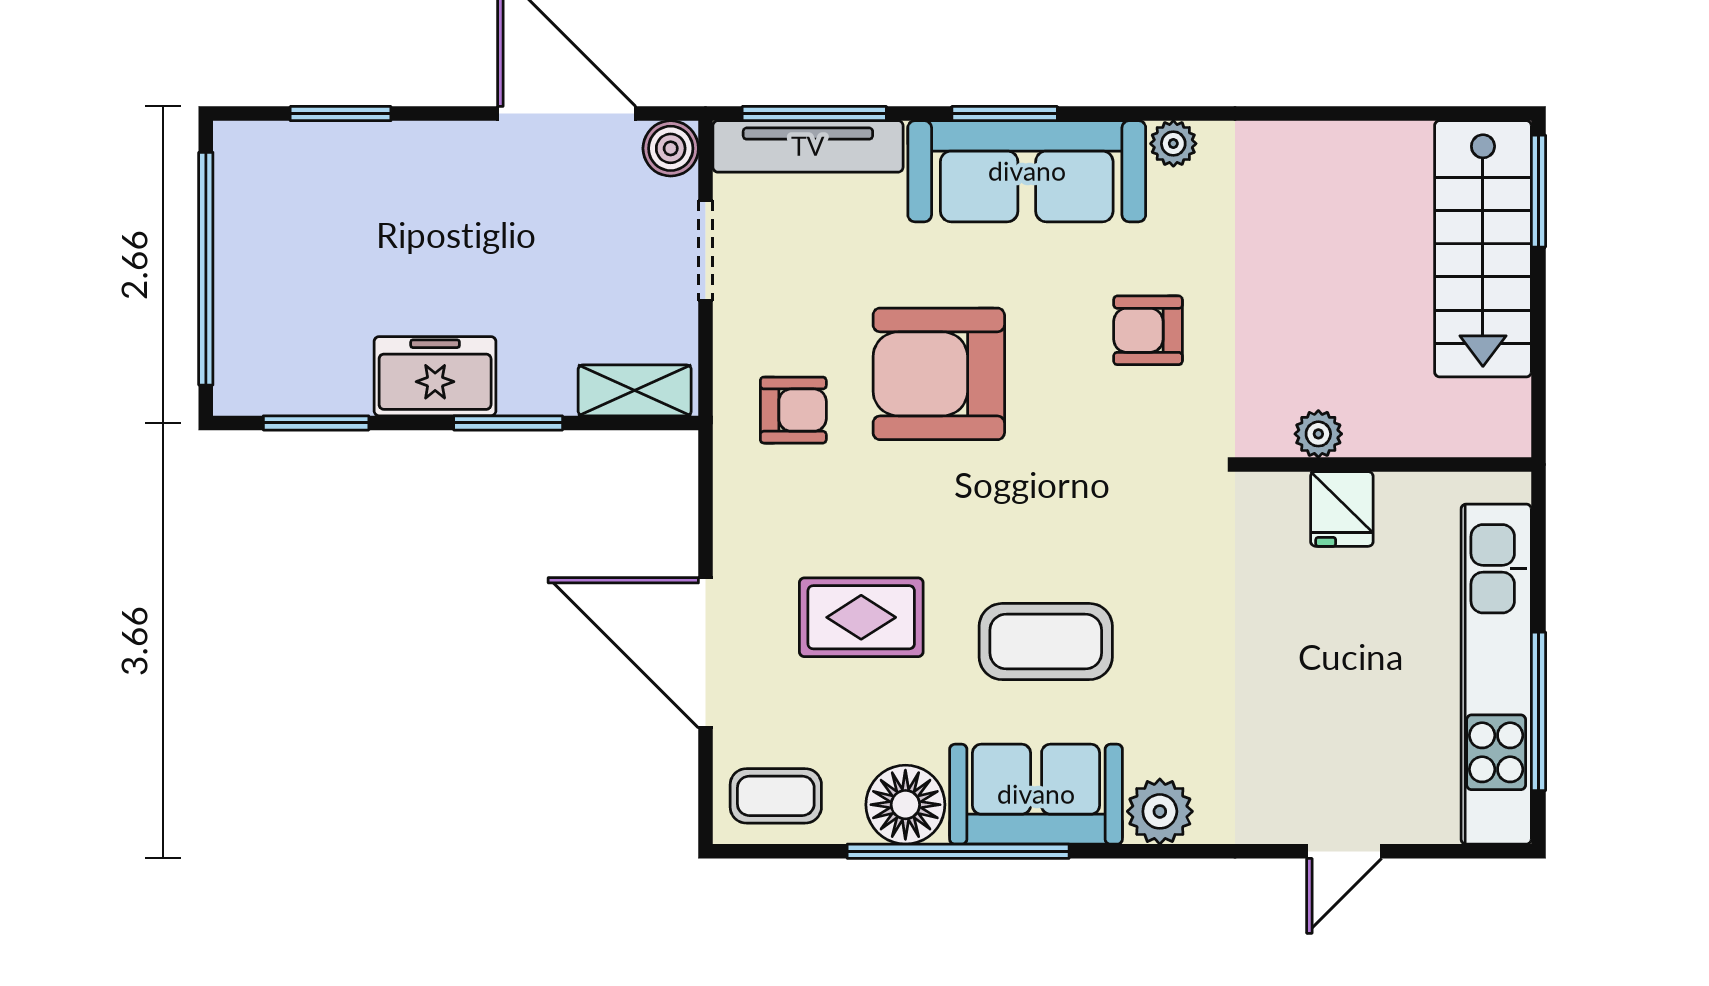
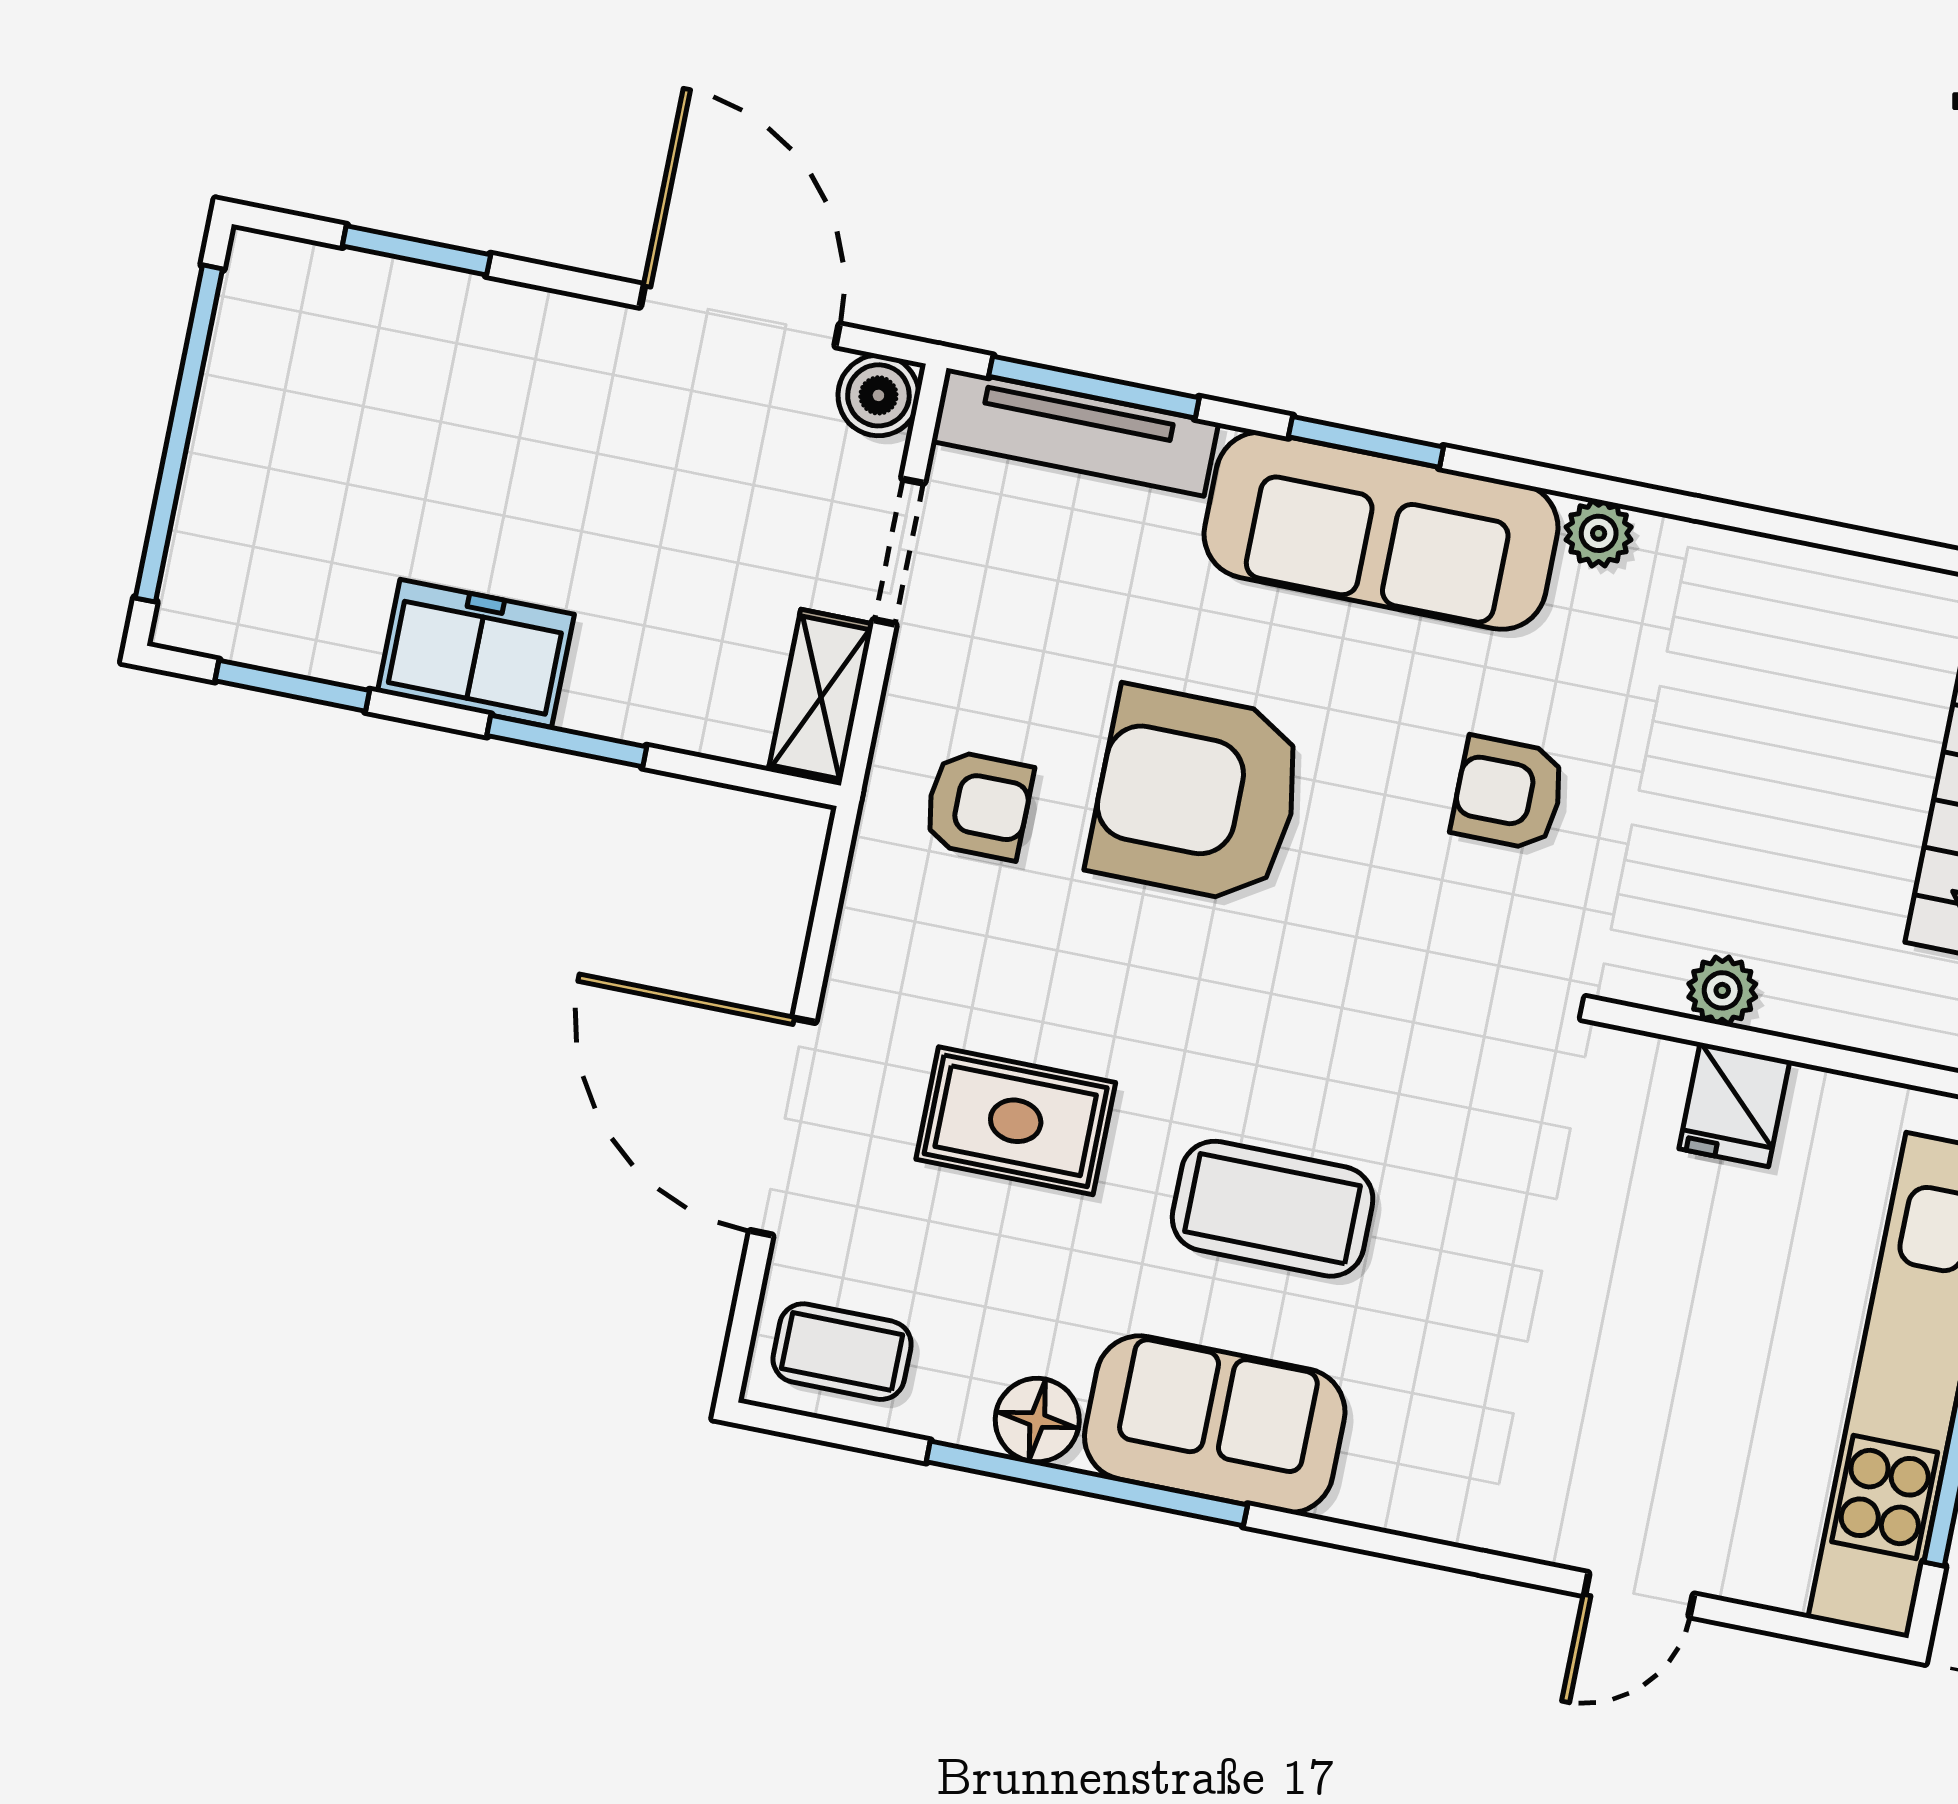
shelving: (635, 390) -> (821, 697), moved, turned 90
floor lamp: (905, 805) -> (1037, 1420), width x0.73, depth x0.73
plant: (1160, 811) -> (1387, 1485), removed

